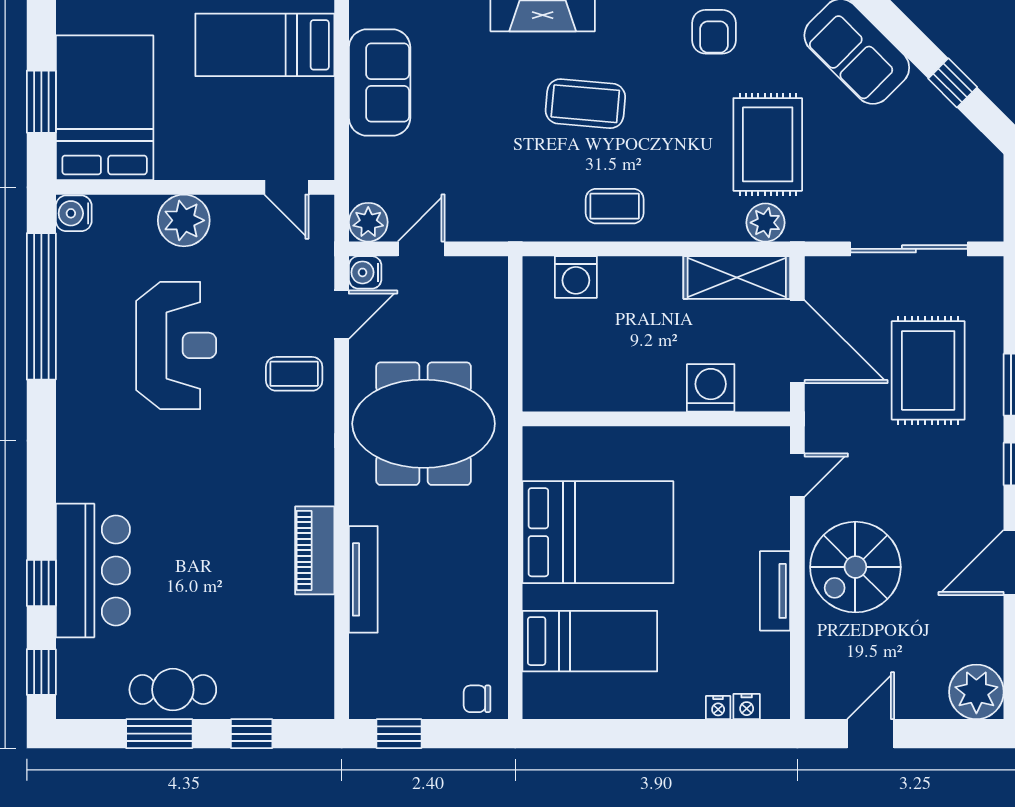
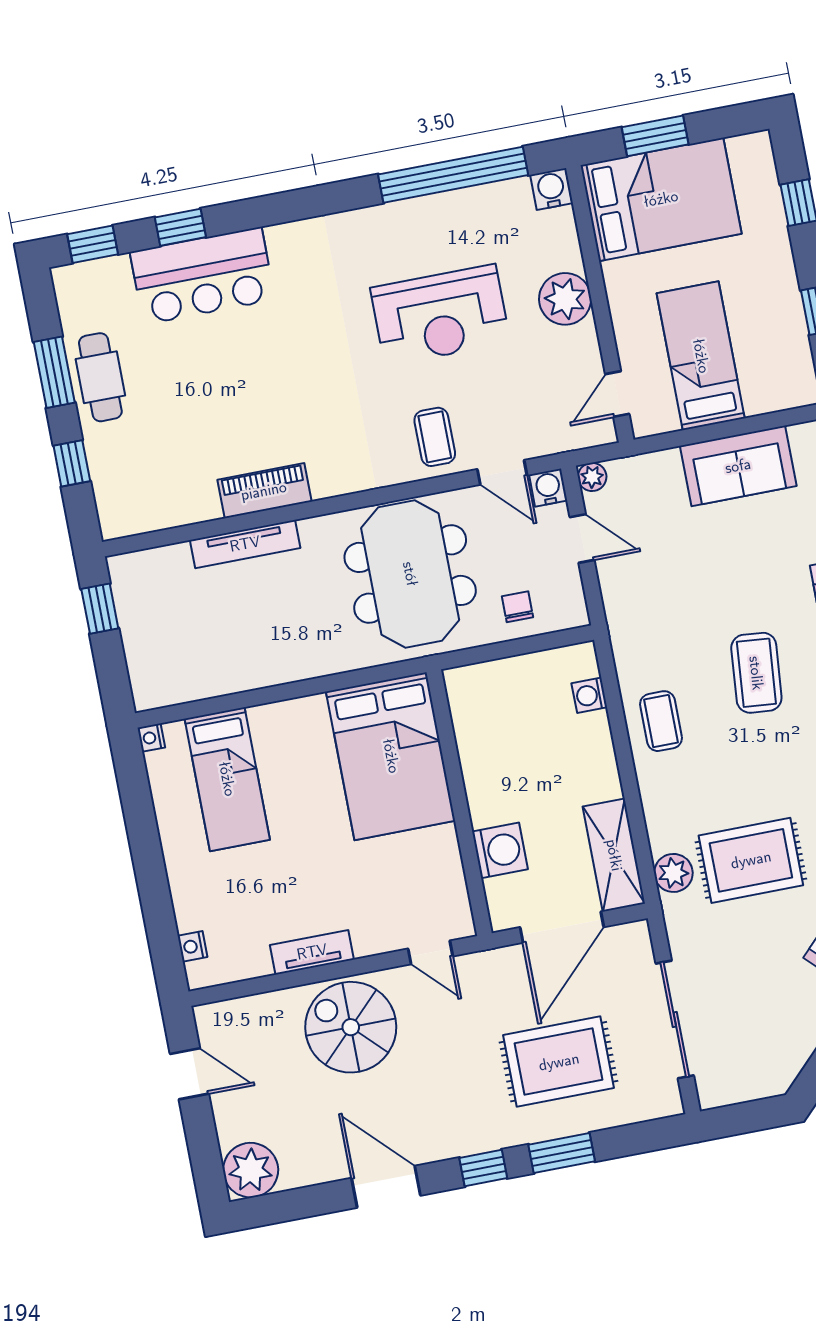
bed: (265, 45) -> (701, 356), moved
plant: (368, 222) -> (592, 477), width x0.73, depth x0.73
washing machine: (576, 277) -> (589, 695), width x0.73, depth x0.73
bed: (598, 532) -> (391, 756), moved
chair: (477, 699) -> (518, 607), moved
nightstand: (718, 708) -> (151, 738), moved

